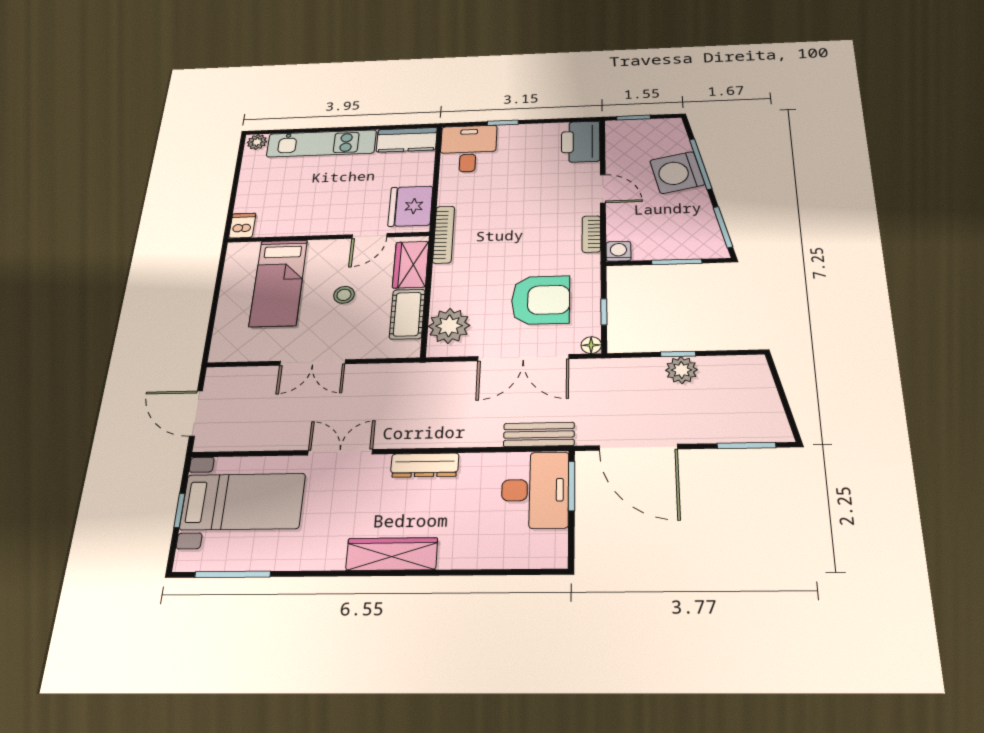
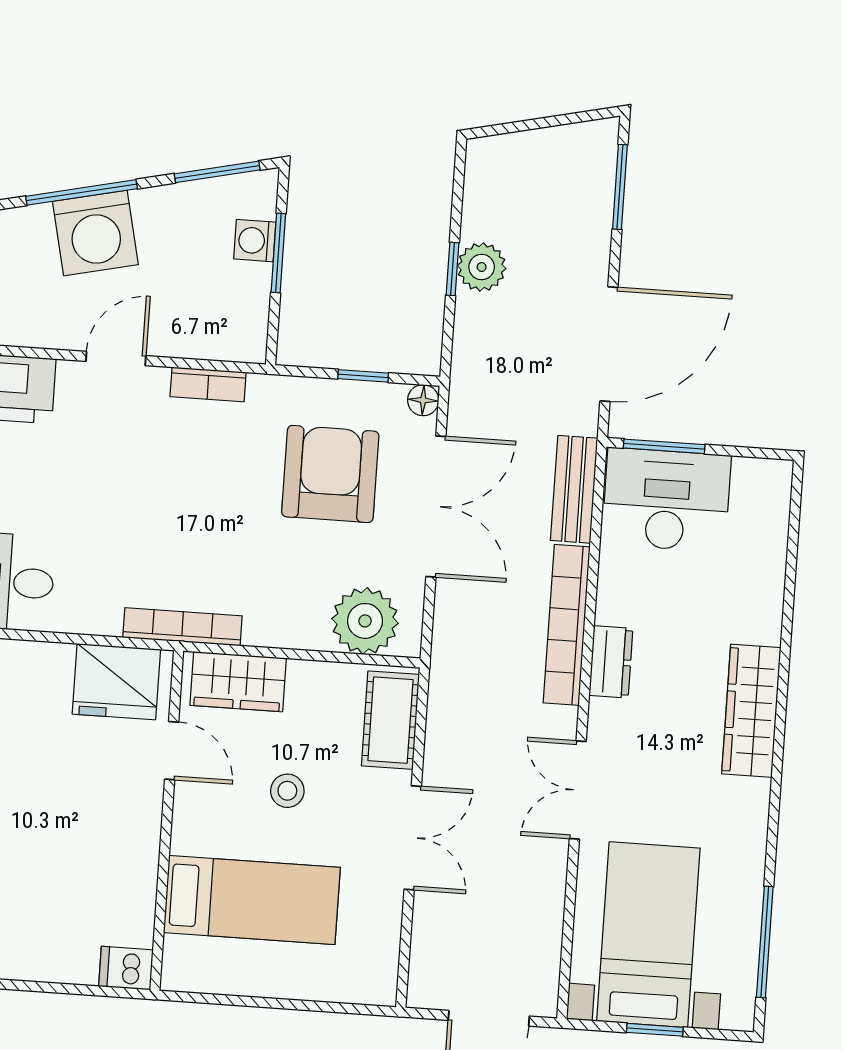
washing machine: (618, 251) -> (255, 241), moved
cot: (407, 314) -> (390, 720), moved, turned 90
bookcase: (449, 437) -> (567, 625), added
dresser: (425, 465) -> (611, 662), width x0.70

